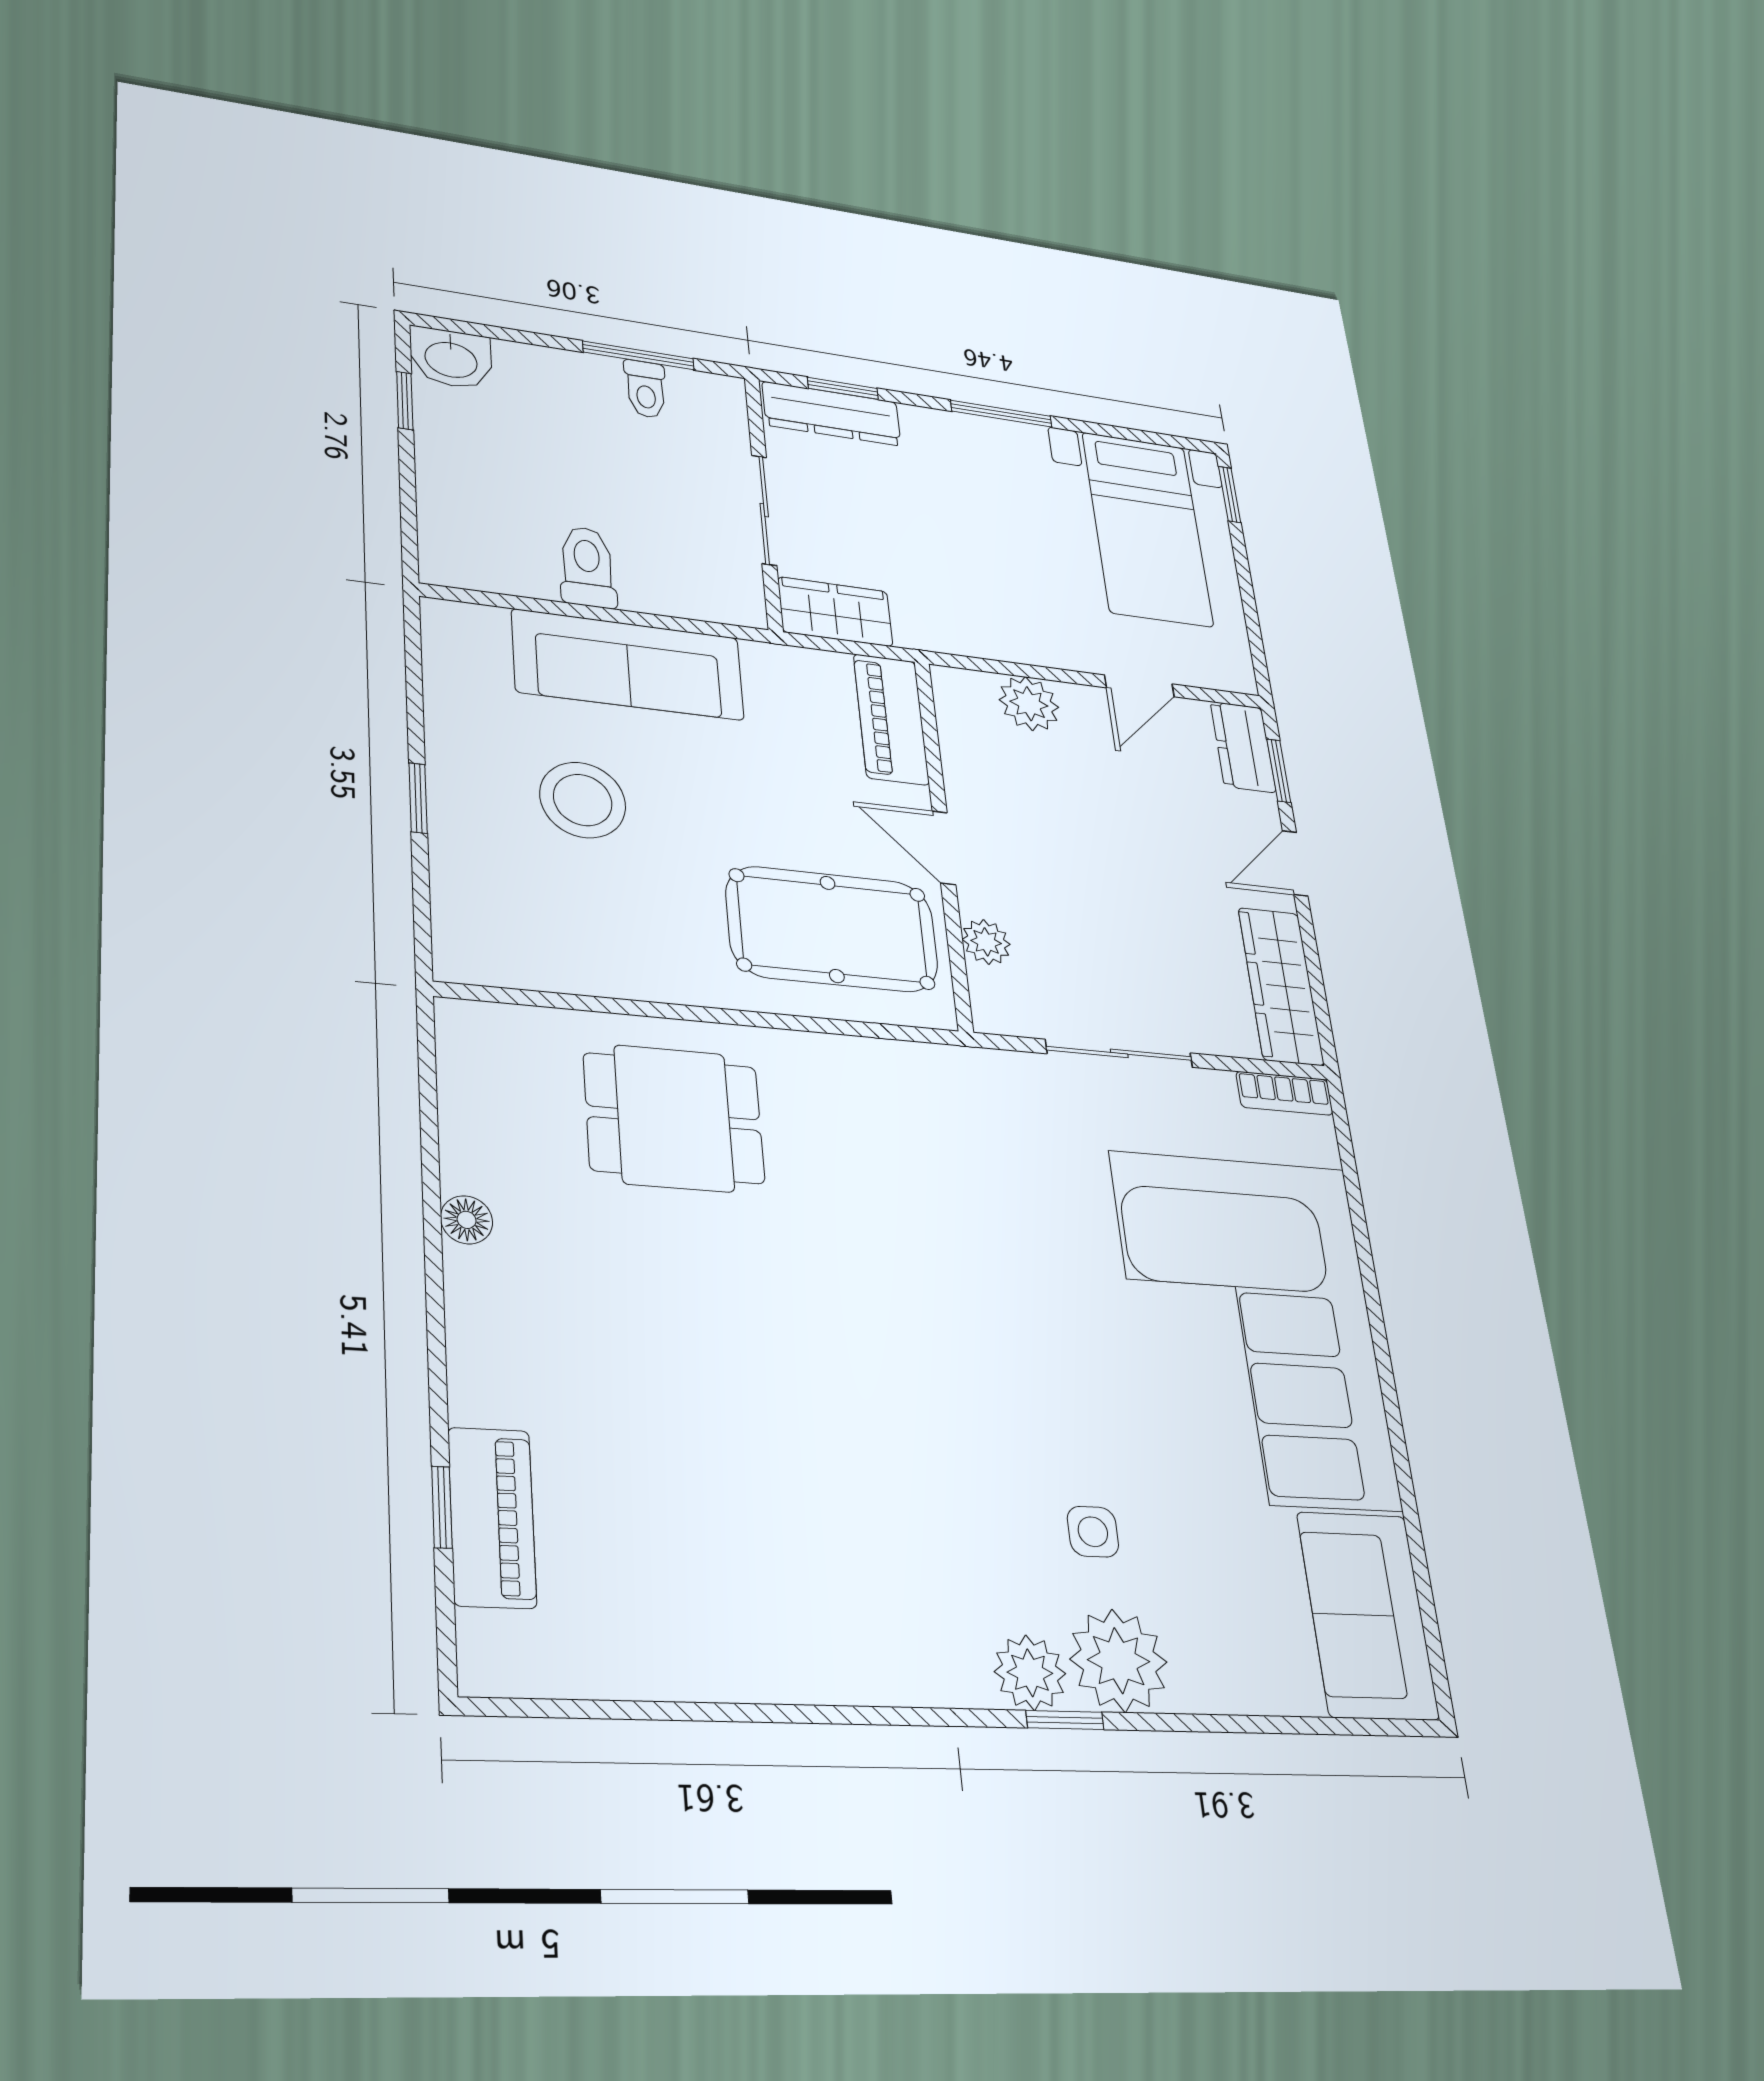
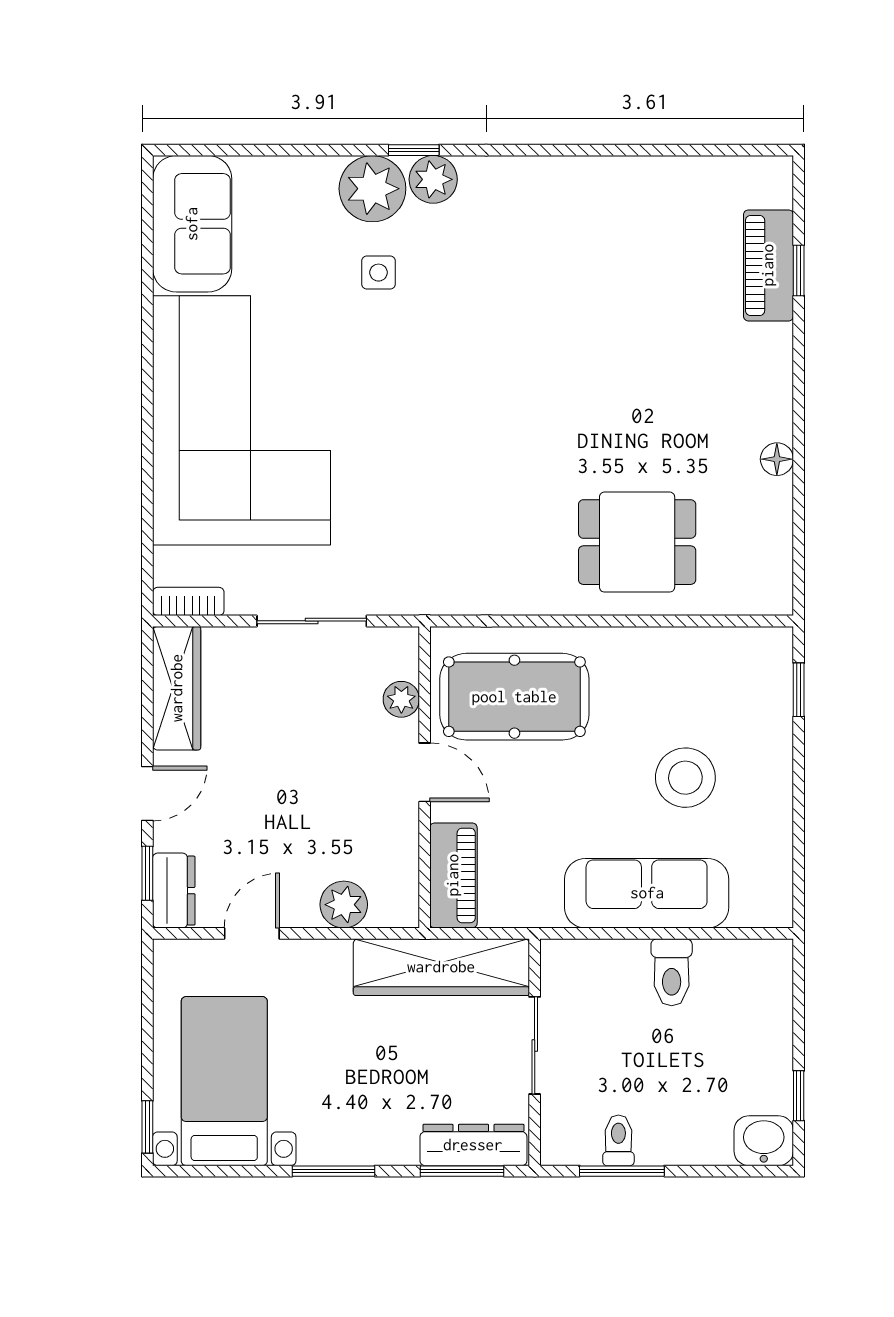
window: (843, 388) -> (462, 1171), width x1.50
wardrobe: (835, 612) -> (441, 967), width x2.10, depth x1.17
window: (418, 798) -> (799, 690), moved

